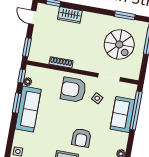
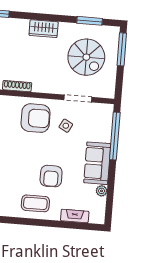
wardrobe: (70, 15) -> (44, 29), moved
armchair: (73, 90) -> (36, 118), turned 180
sofa: (123, 114) -> (97, 163), moved

